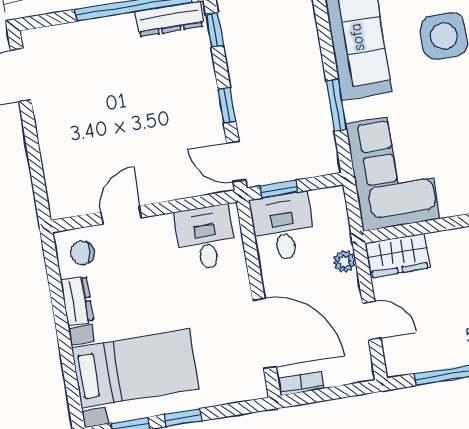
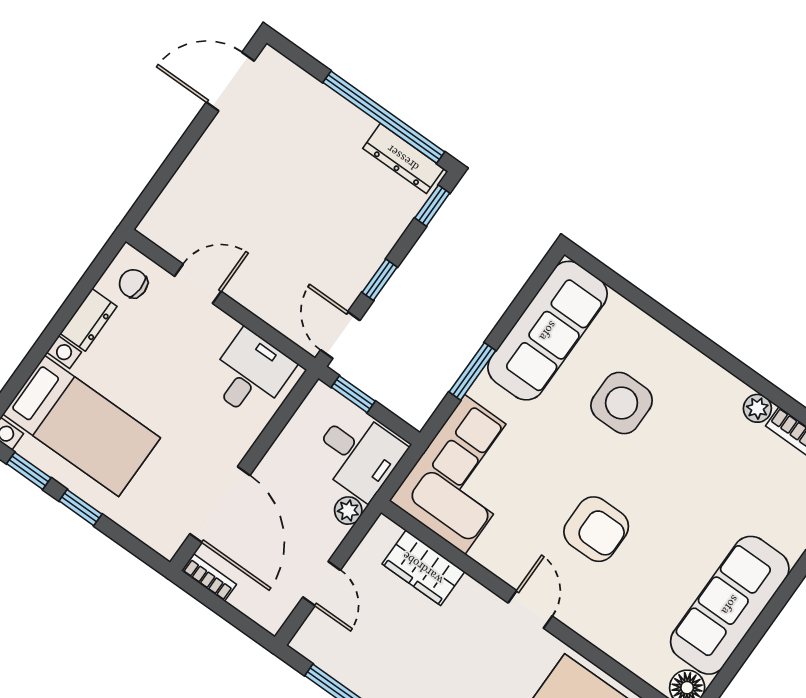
desk: (283, 227) -> (358, 454), moved, turned 90
wardrobe: (397, 255) -> (423, 568), moved

